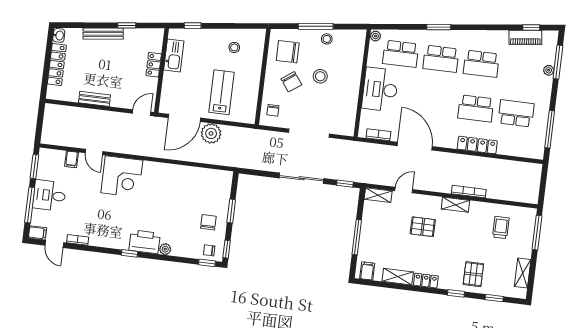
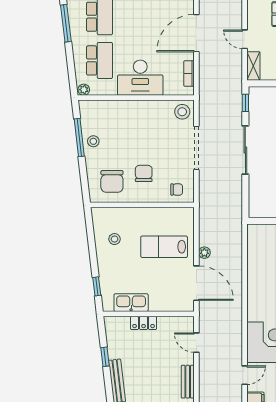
window: (316, 26) -> (79, 138), moved
window: (439, 27) -> (66, 23), width x1.44
stool: (320, 76) -> (182, 112), moved
chair: (291, 82) -> (144, 173), turned -54
door: (142, 113) -> (196, 343), moved
plant: (211, 133) -> (204, 253), width x0.53, depth x0.53

